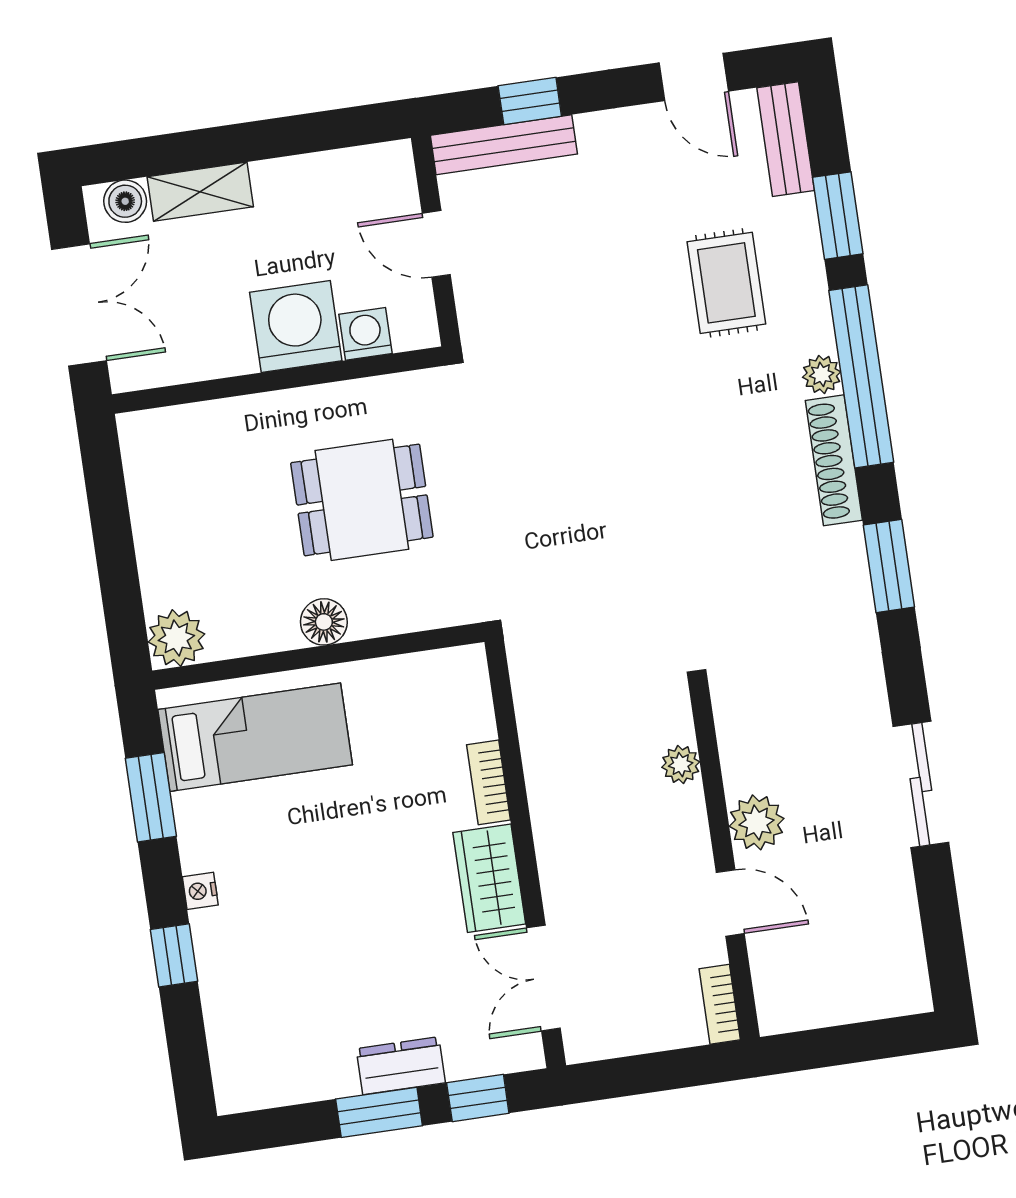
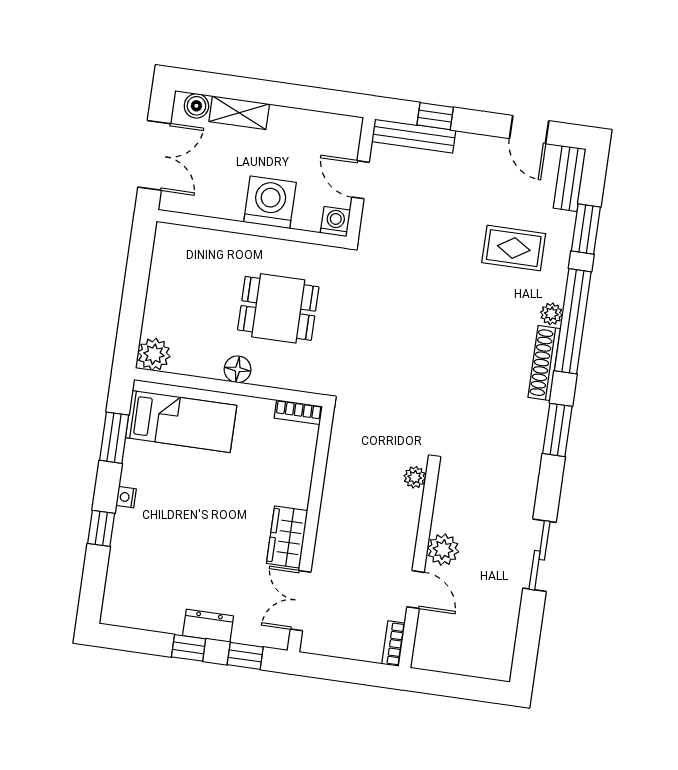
rug: (726, 283) -> (514, 248), turned 90
washing machine: (366, 334) -> (335, 222), moved
plant: (681, 765) -> (415, 477), moved
bookcase: (489, 782) -> (298, 412), moved, turned -90
window: (379, 1112) -> (189, 648), width x0.67

